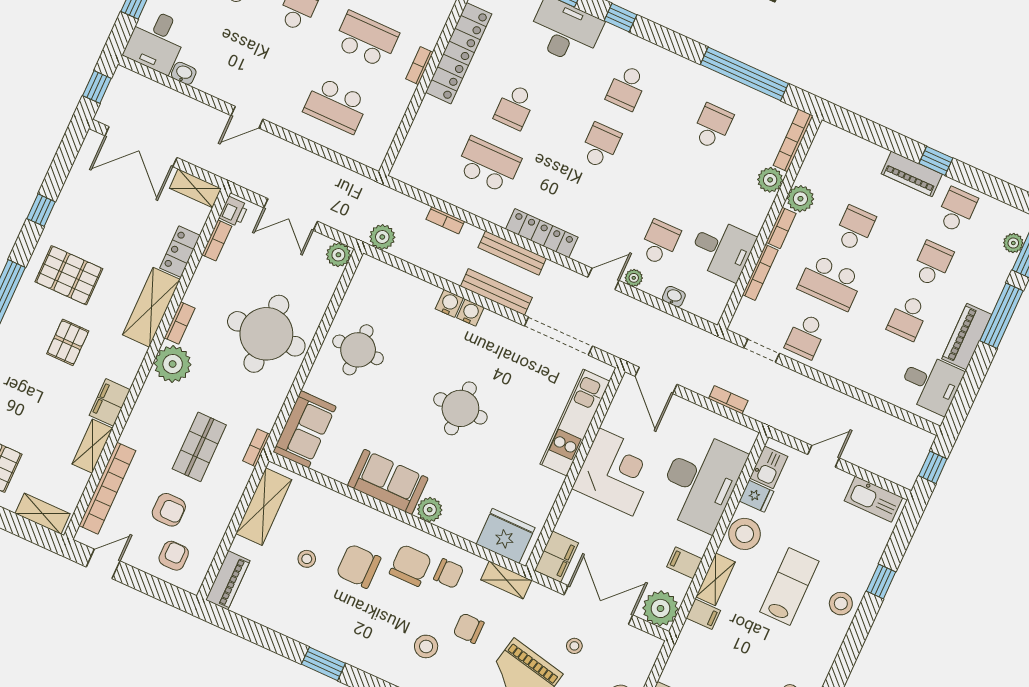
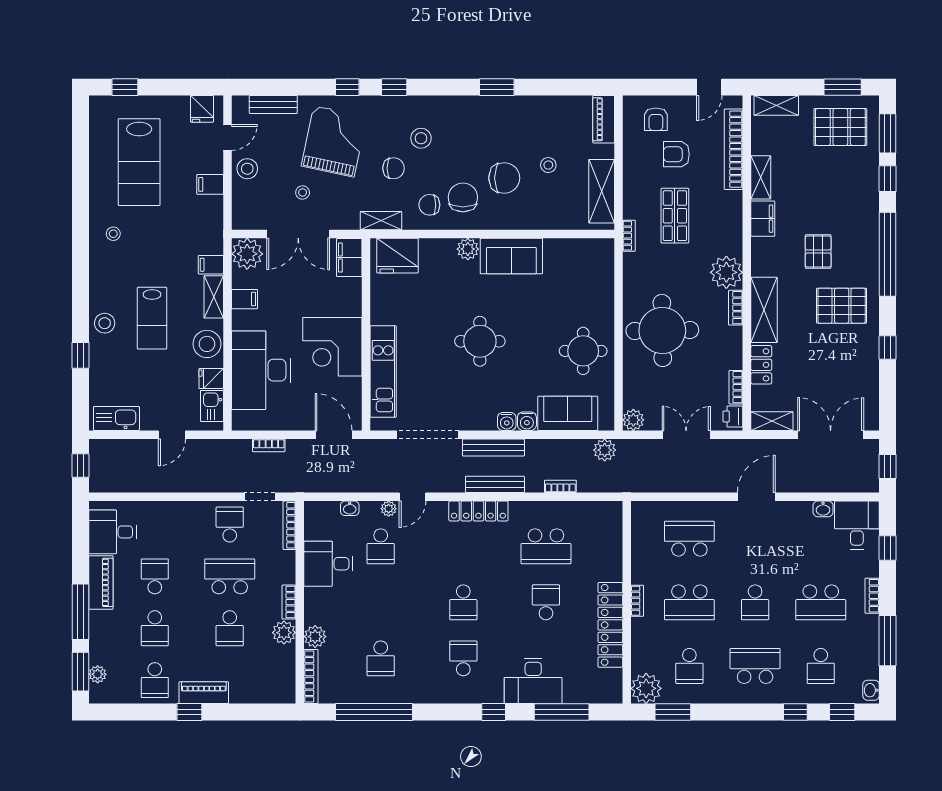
door: (247, 117) -> (756, 497), width x1.38
bookcase: (760, 272) -> (289, 525), moved
sofa: (305, 429) -> (568, 413), moved, turned 90
chair: (410, 565) -> (463, 197), turned 180

